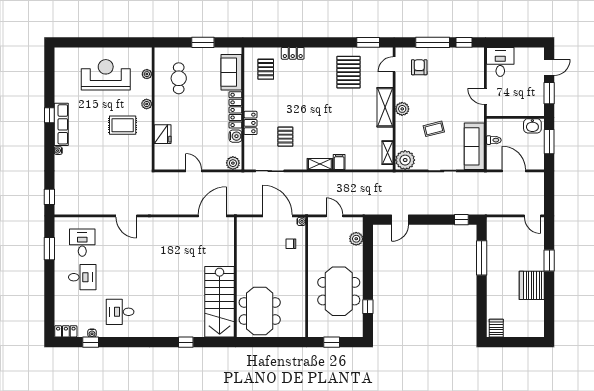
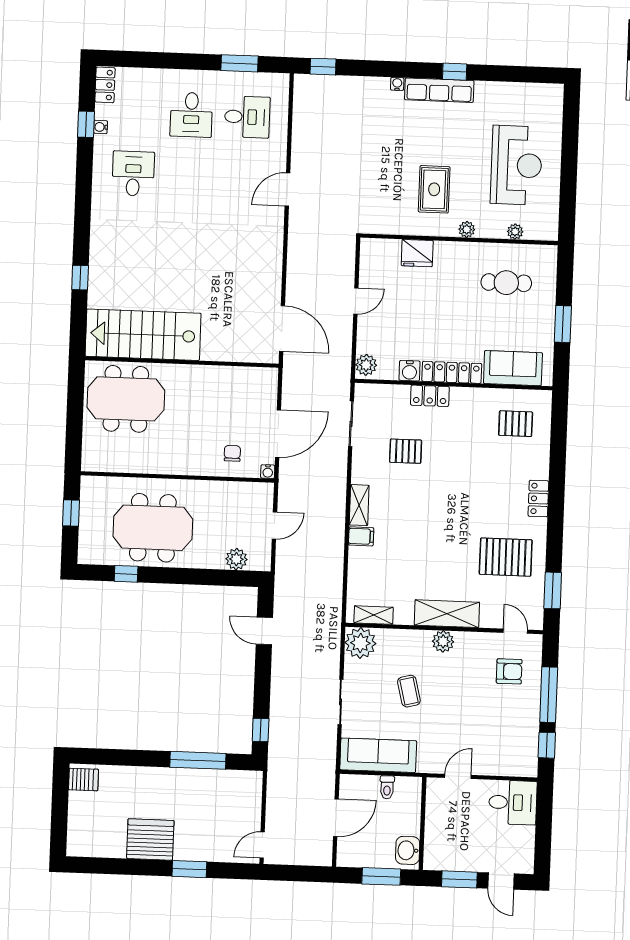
locker: (293, 53) -> (538, 499), moved

